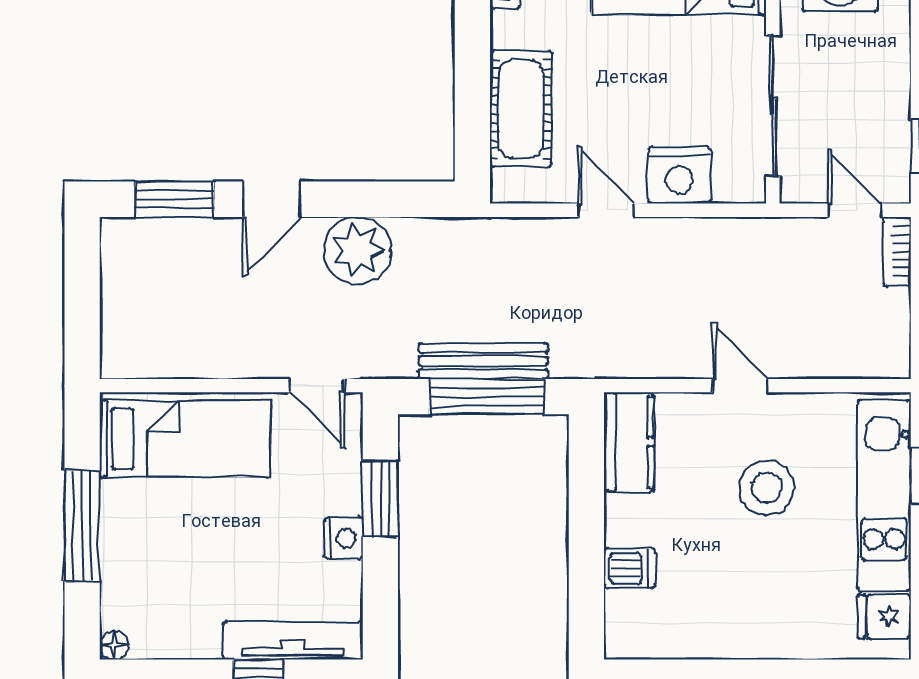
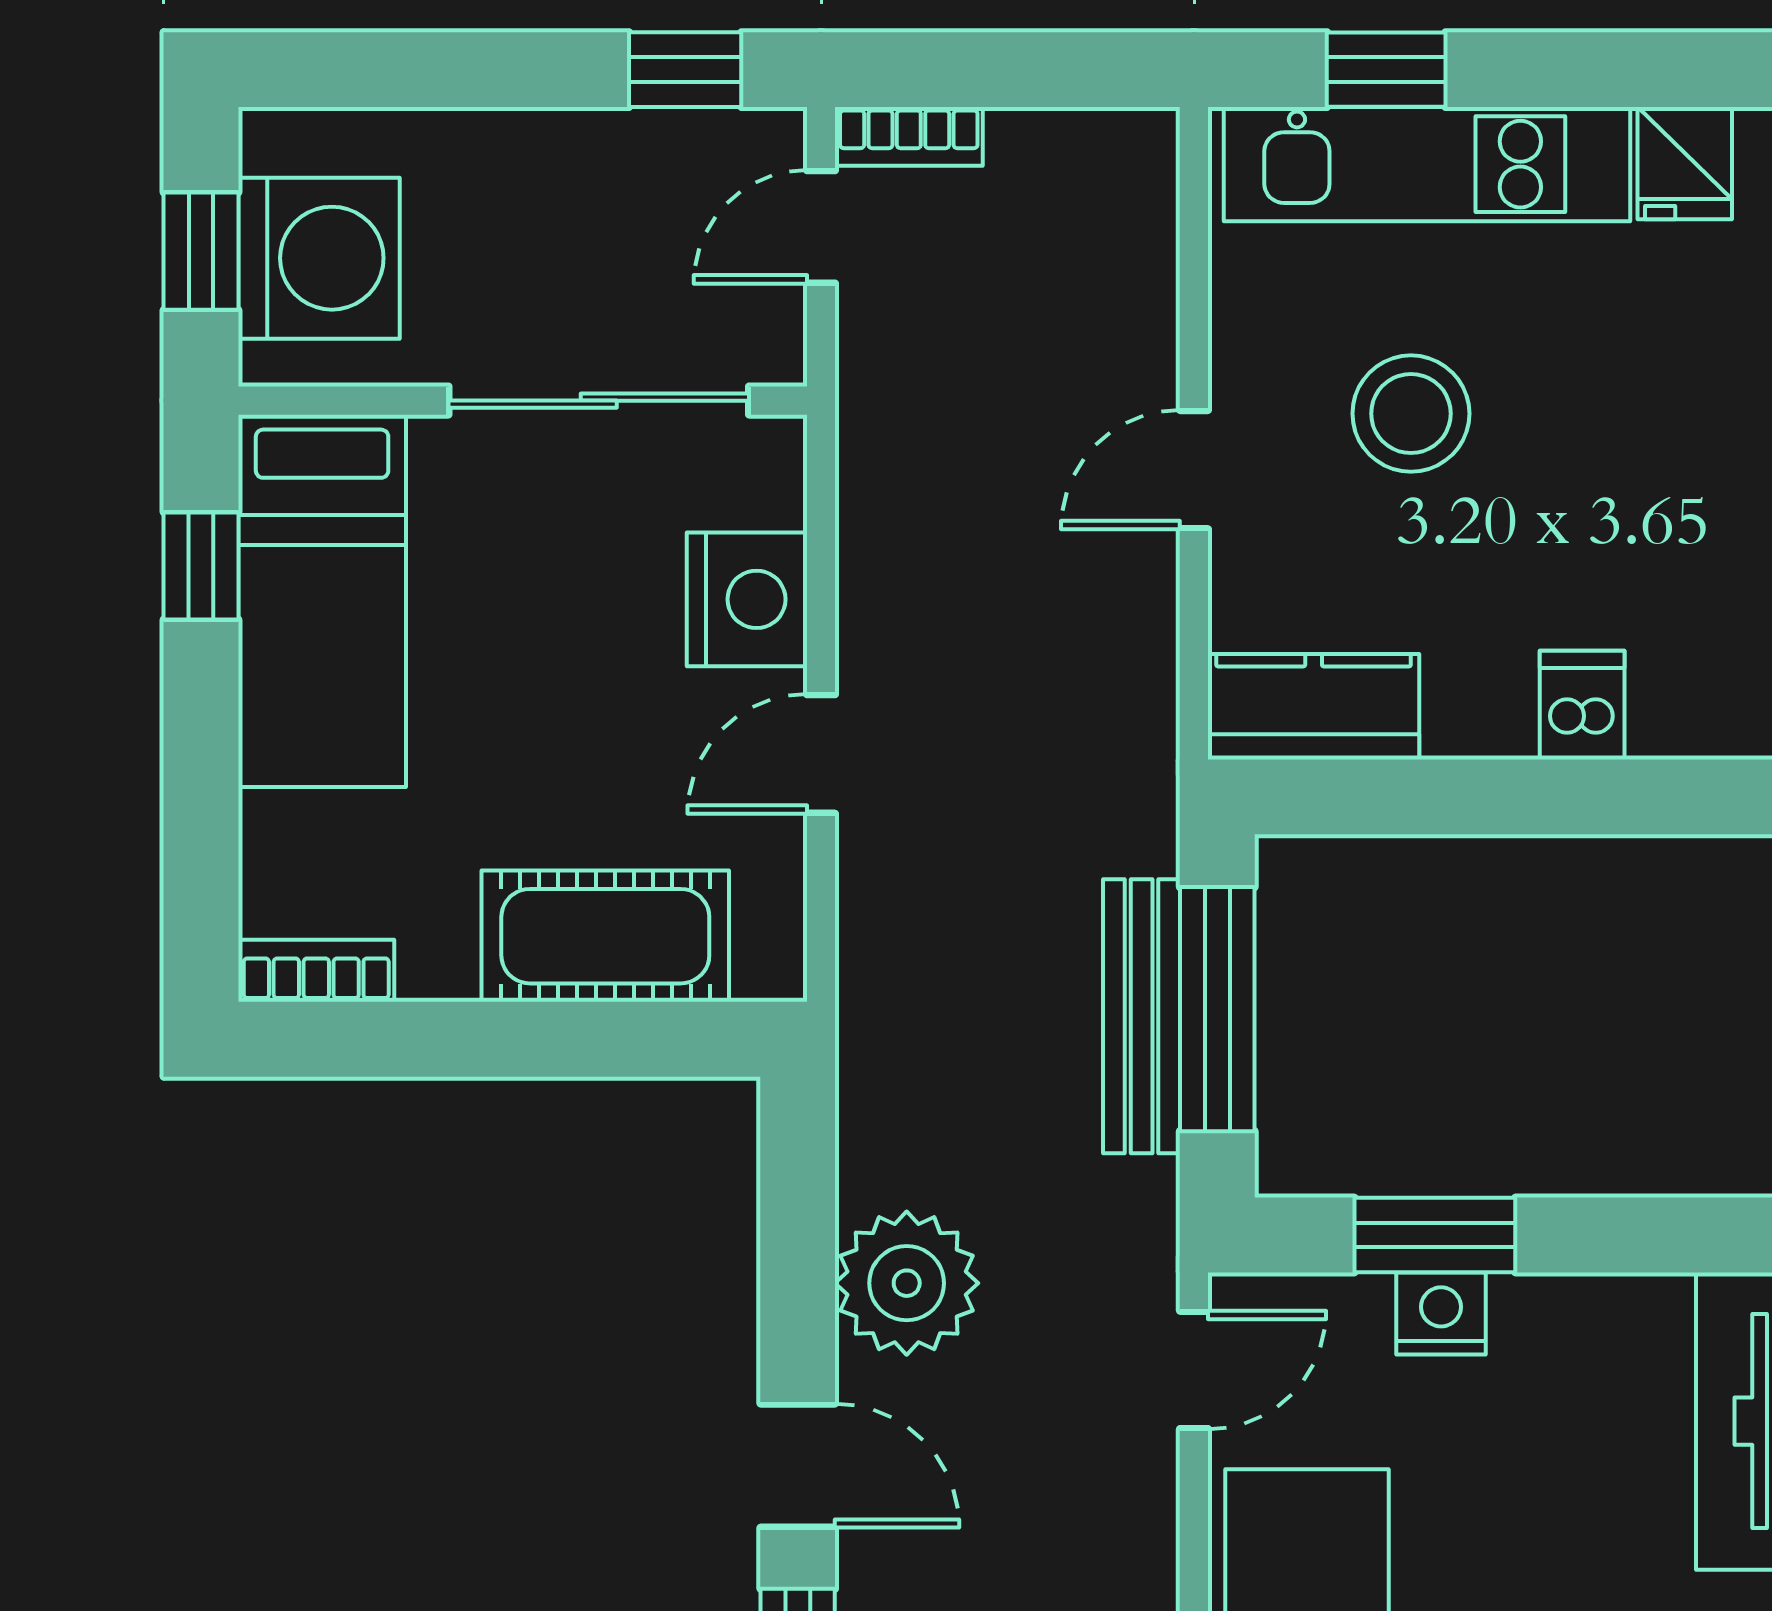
nightstand: (343, 538) -> (1441, 1313), moved

